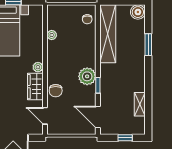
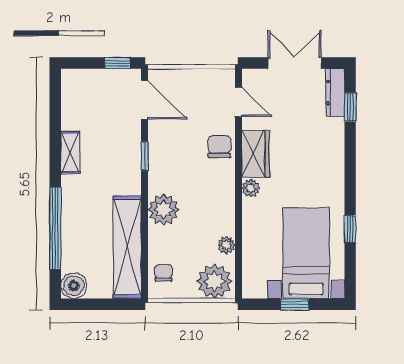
plant: (58, 15) -> (215, 281), added
window: (148, 45) -> (55, 228), width x2.11
plant: (87, 76) -> (164, 210), moved
shelving: (140, 104) -> (70, 152), moved
window: (125, 138) -> (117, 63), moved

